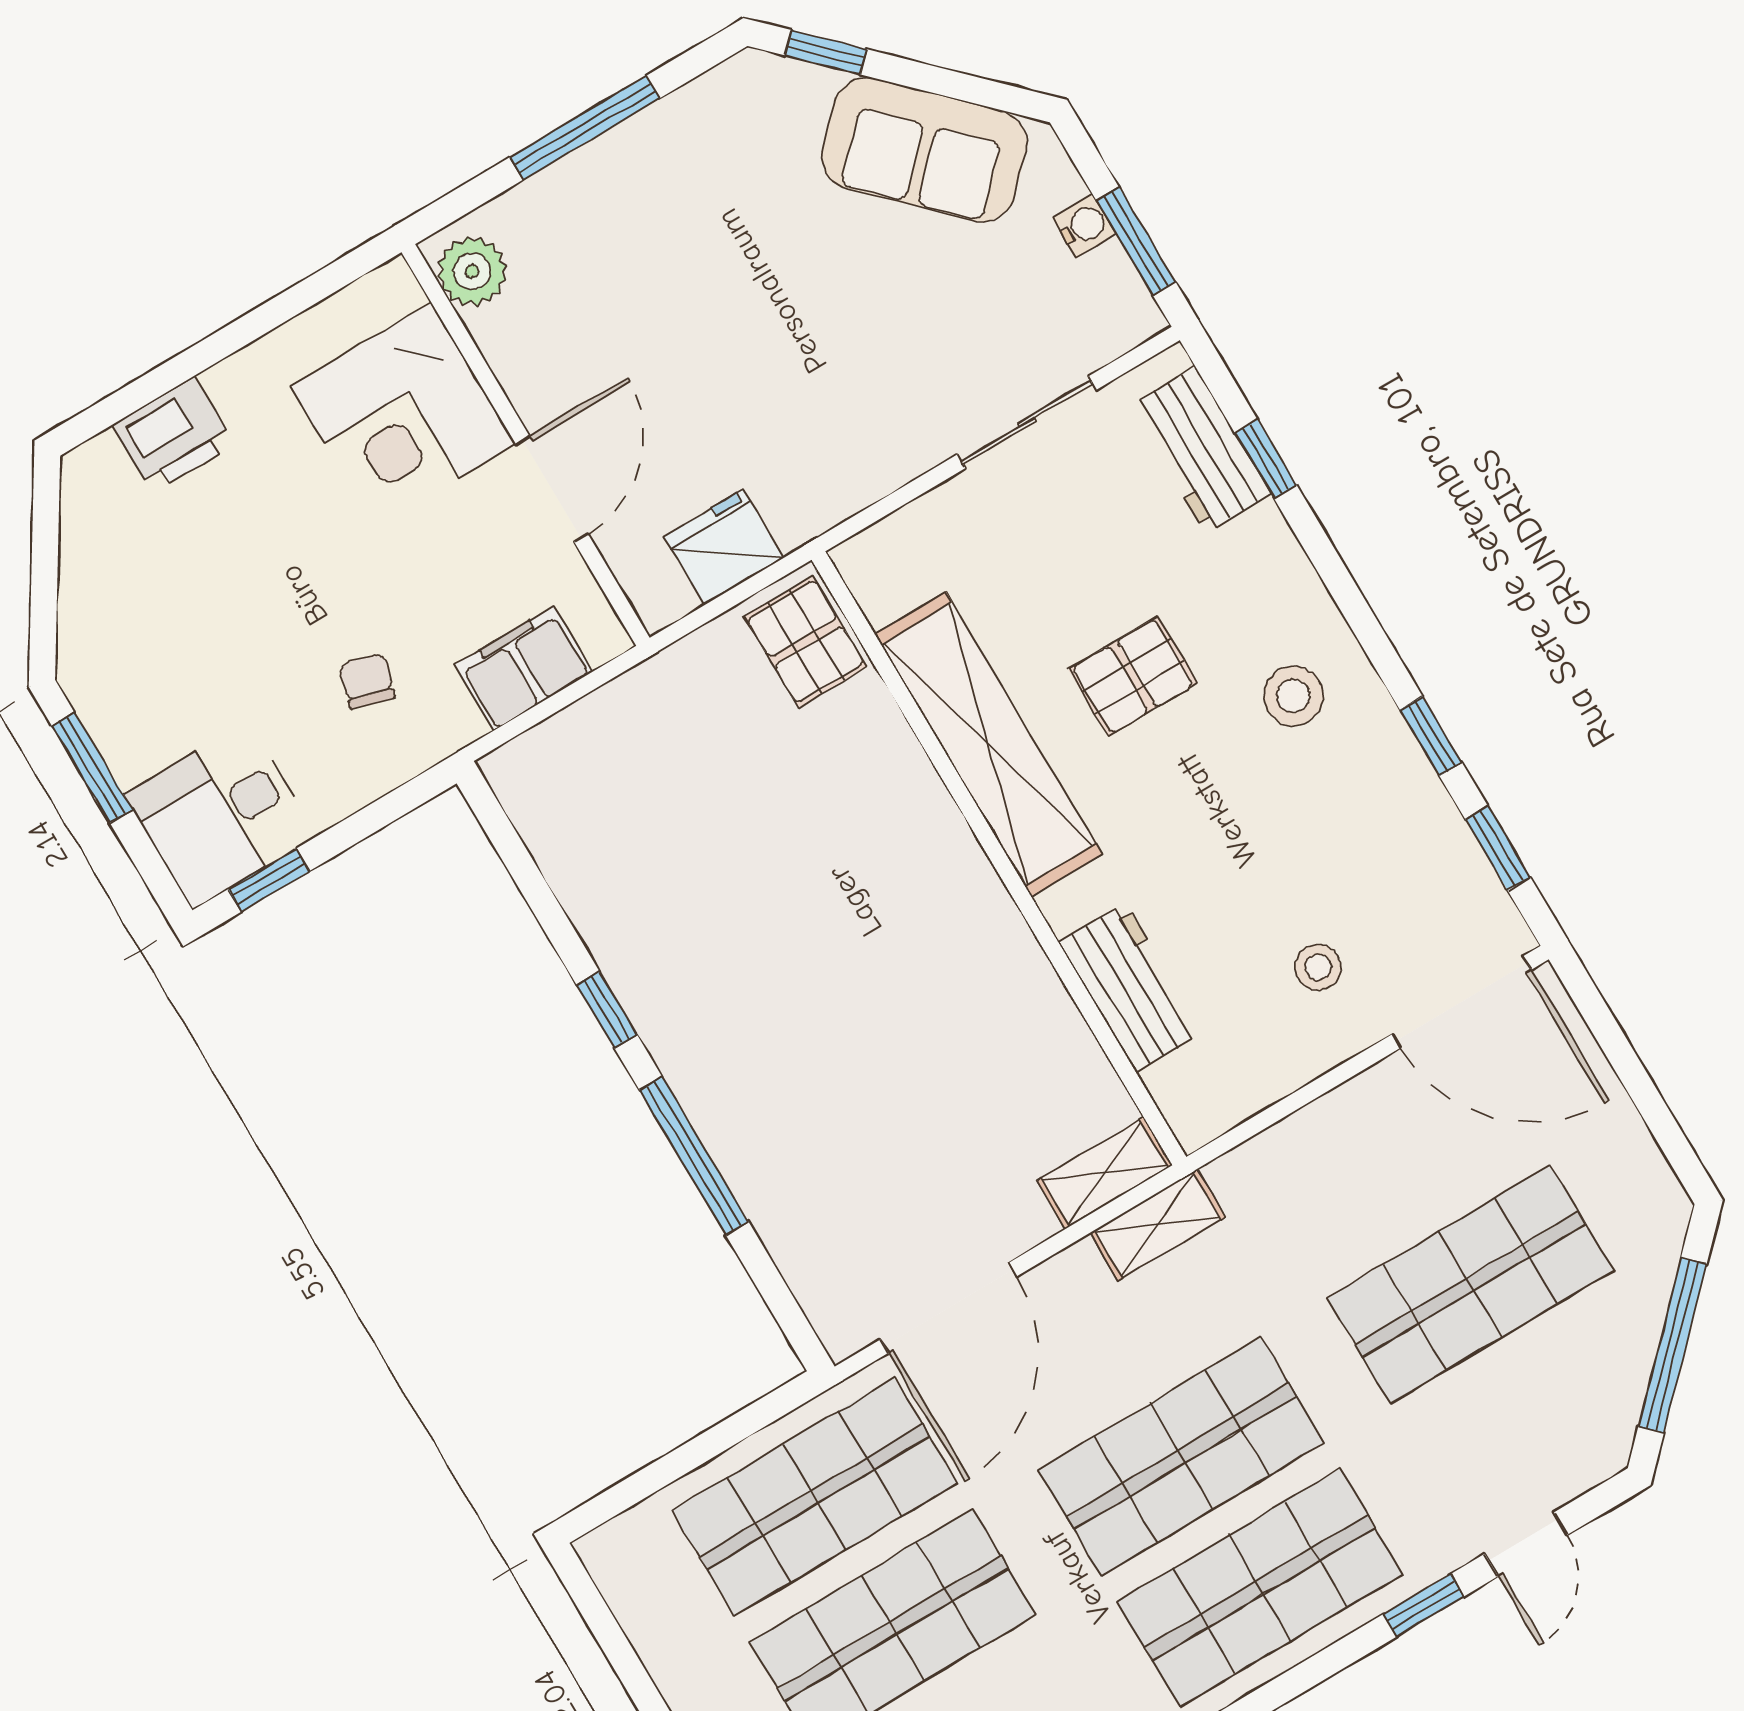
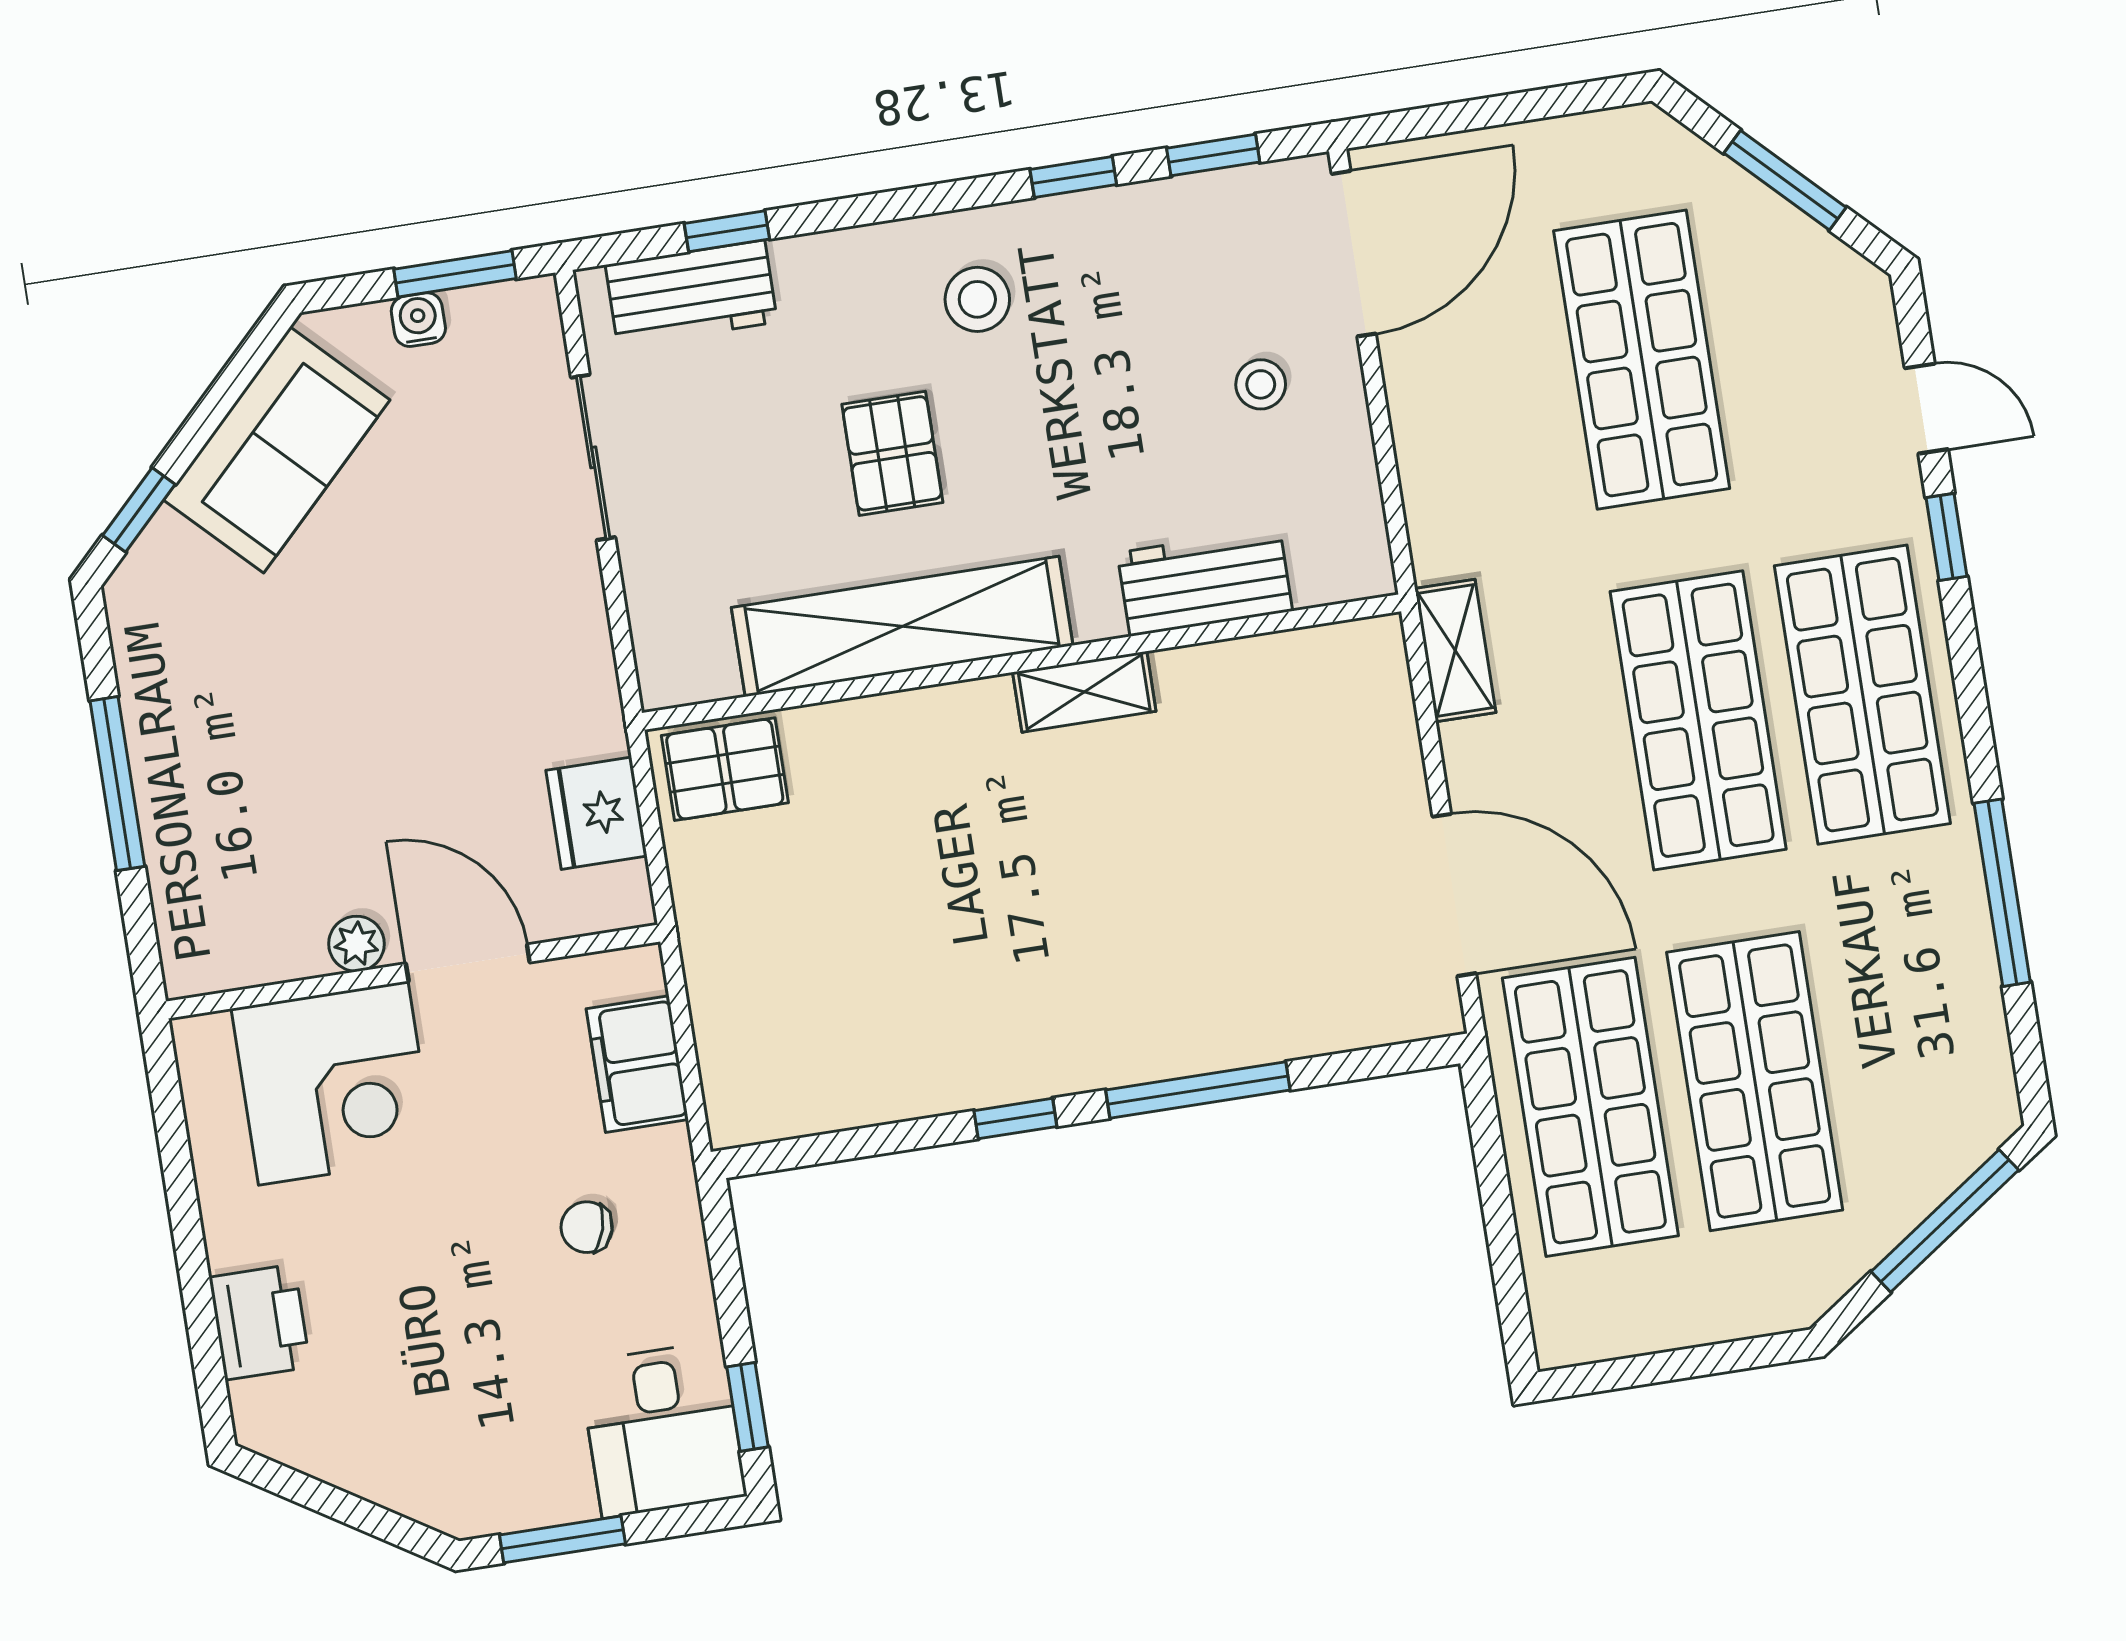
plant: (472, 271) -> (356, 944), moved, width x0.73, depth x0.73
shelving: (1105, 1173) -> (1084, 692), moved, turned 90
window: (1673, 1345) -> (1785, 180), width x0.69

